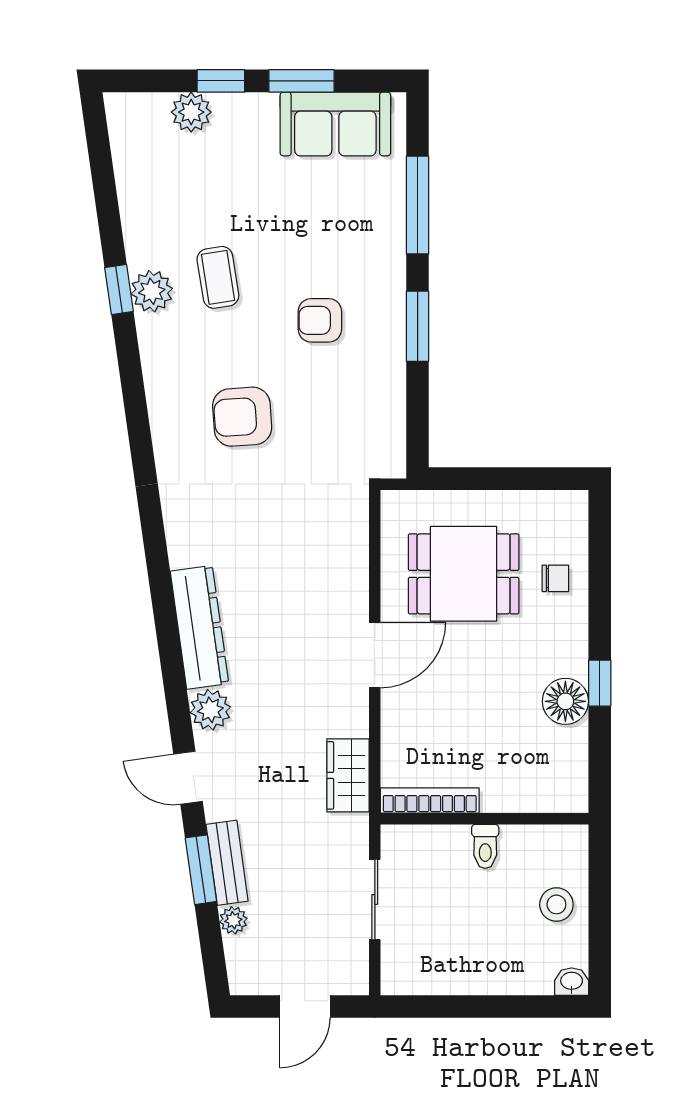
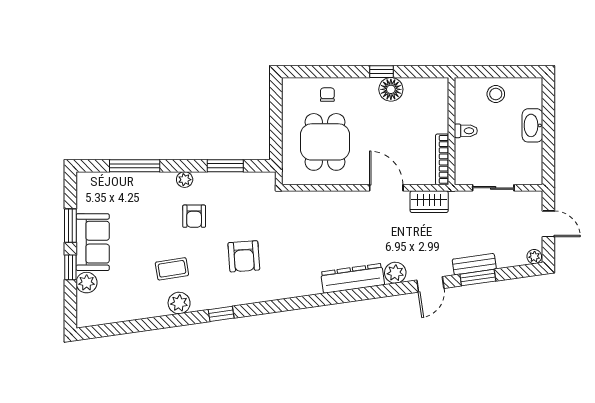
sofa: (335, 124) -> (93, 242), moved
window: (119, 289) -> (221, 314), moved
plant: (391, 302) -> (185, 180), added
window: (418, 326) -> (225, 166), moved
door: (375, 655) -> (386, 188), moved
plant: (233, 920) -> (534, 257), moved
washbasin: (572, 982) -> (532, 125), moved, width x1.91, depth x1.45

